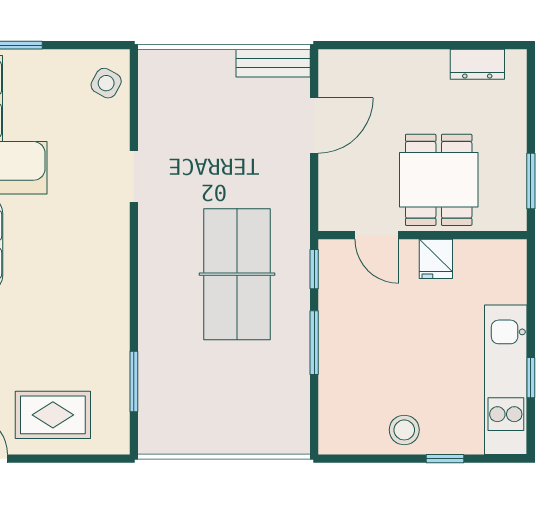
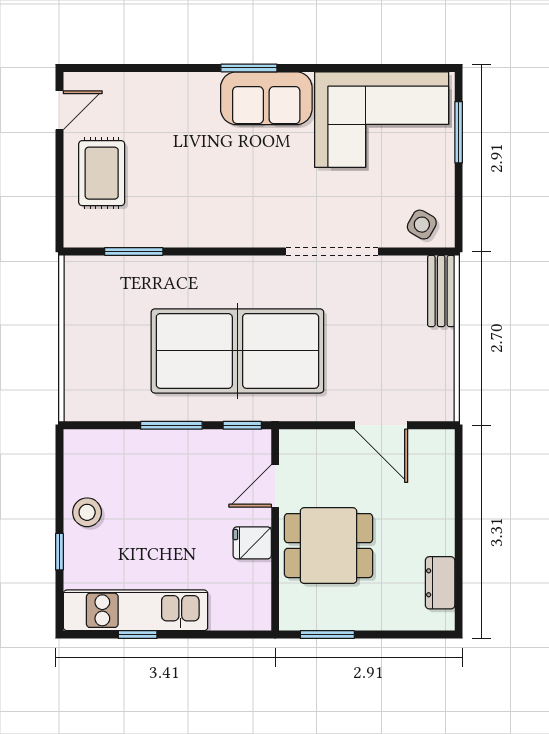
bench: (273, 63) -> (441, 291), moved
doorway: (134, 176) -> (332, 251), width x1.87
table tennis table: (237, 274) -> (237, 351), width x1.36, depth x1.32

